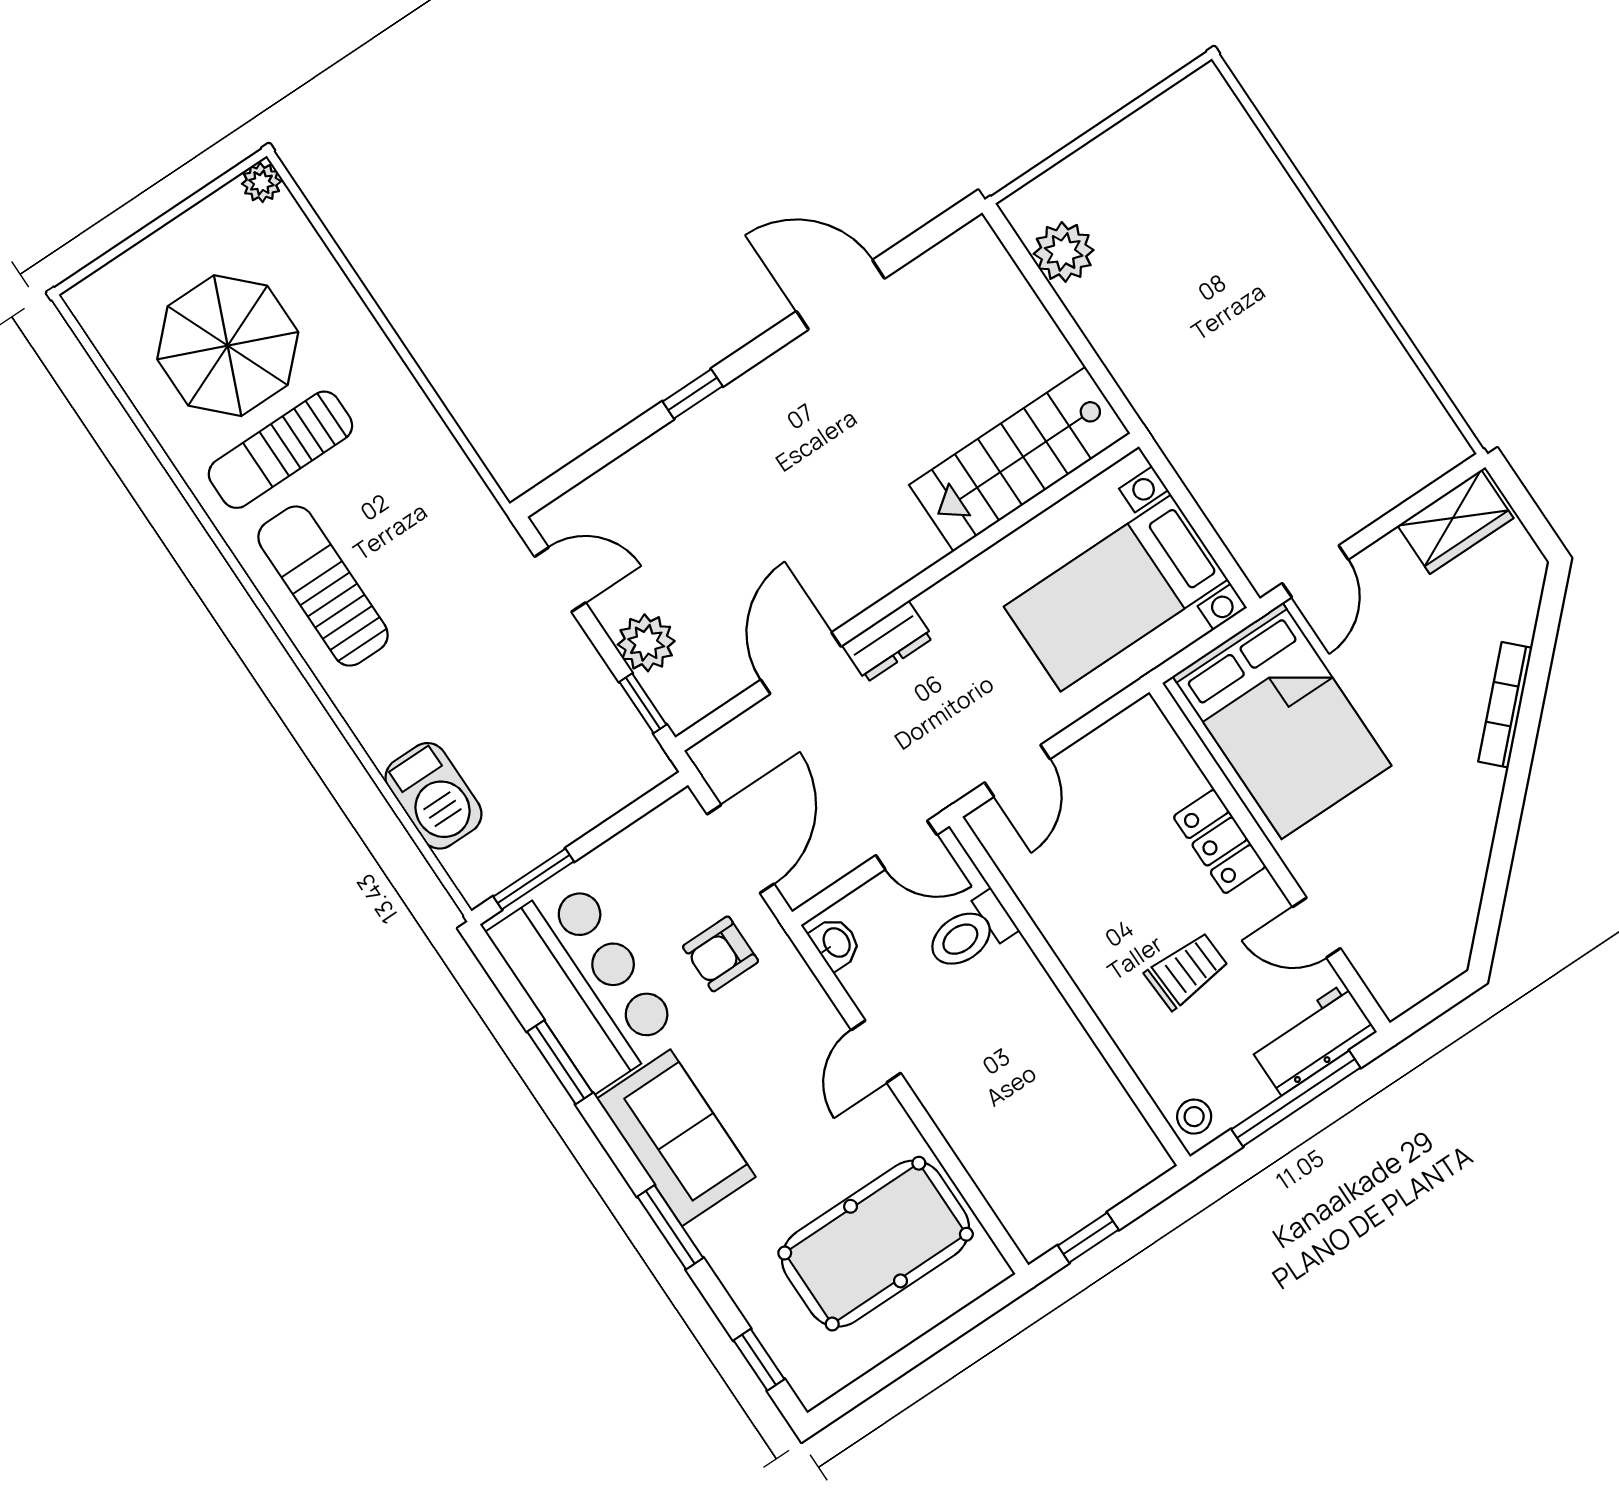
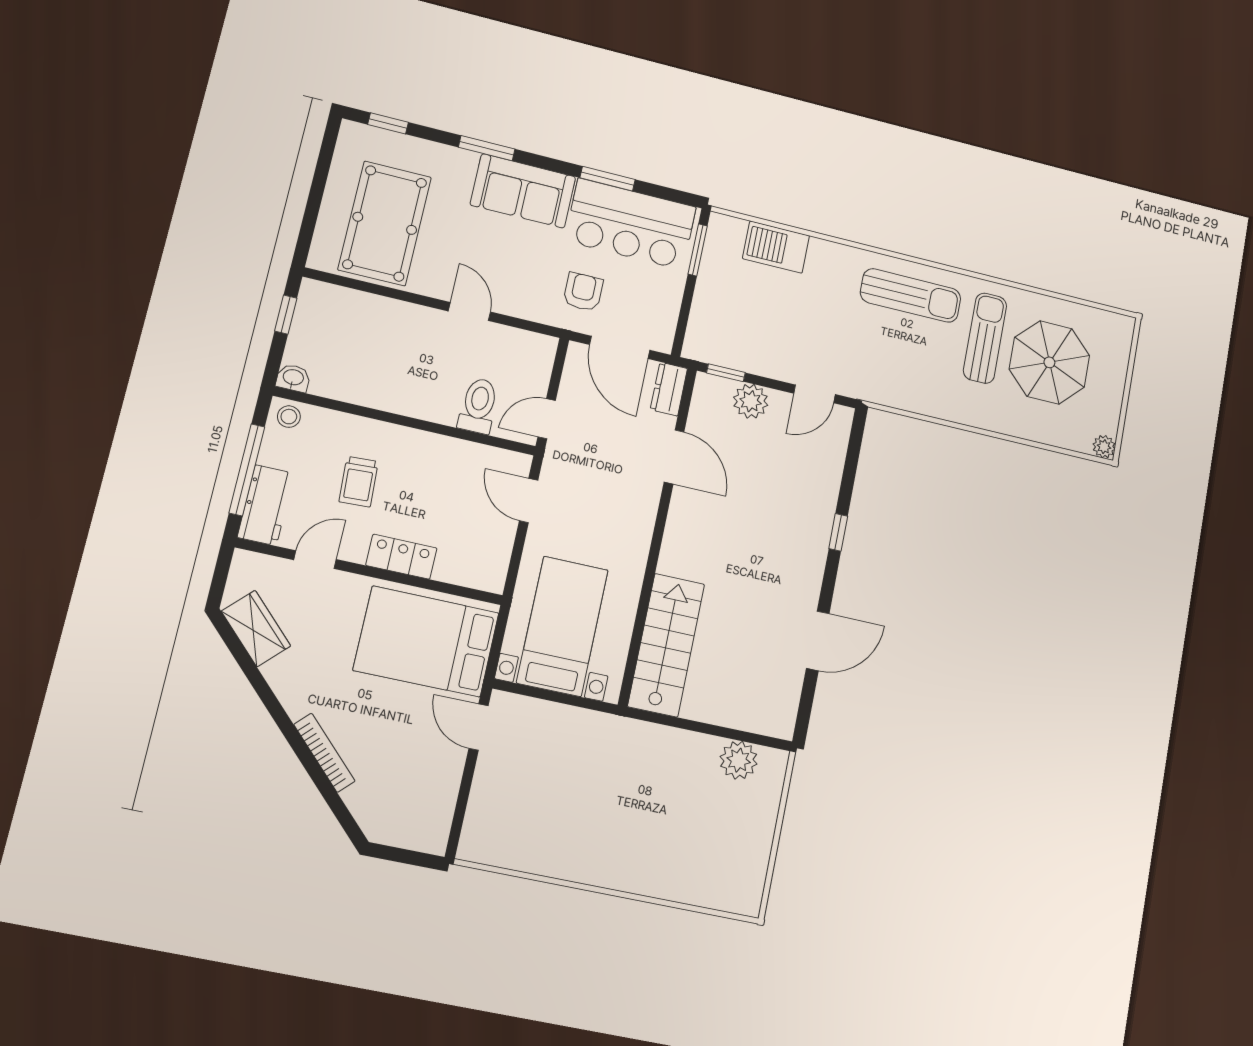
wardrobe: (1456, 522) -> (256, 629), moved, turned 135
dresser: (888, 642) -> (669, 389), moved
washbasin: (836, 943) -> (293, 378), moved, turned 180

